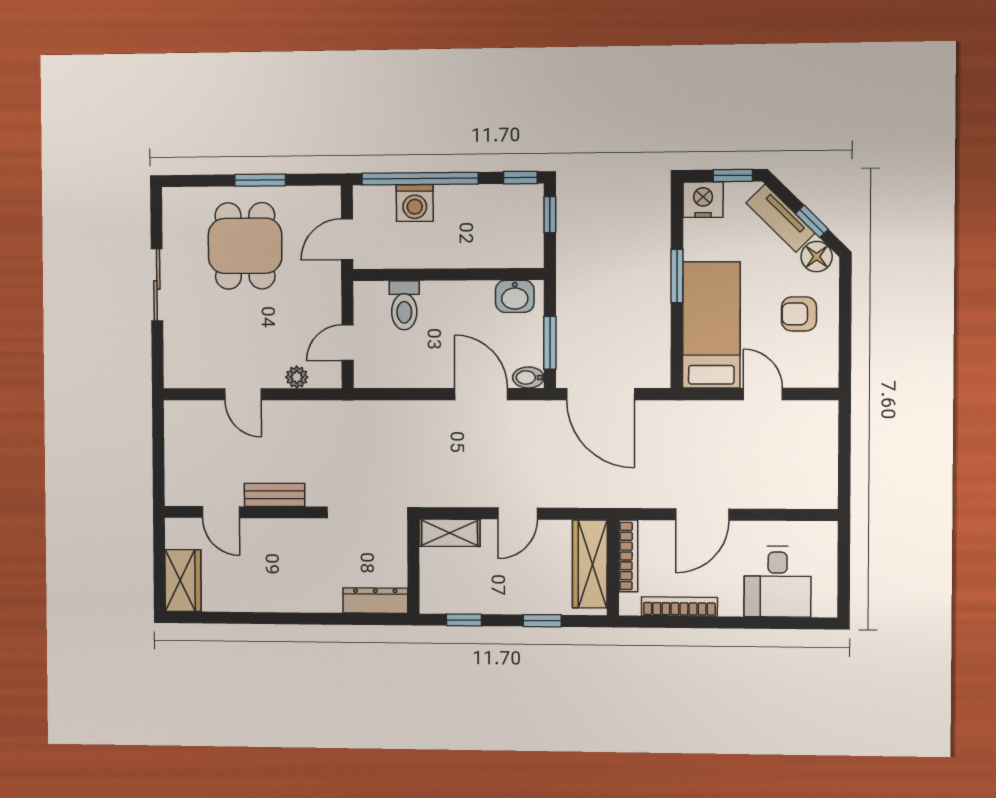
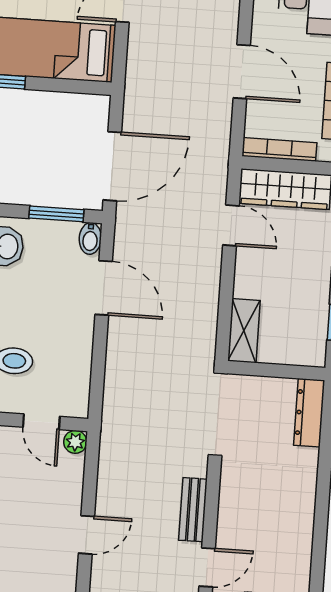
plant: (297, 377) -> (75, 442), moved
door: (481, 394) -> (104, 288), swing flipped
door: (518, 514) -> (231, 225), moved

